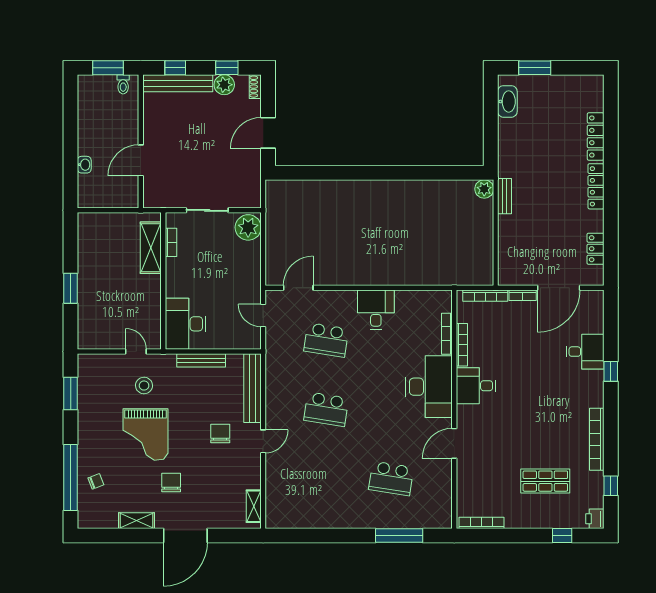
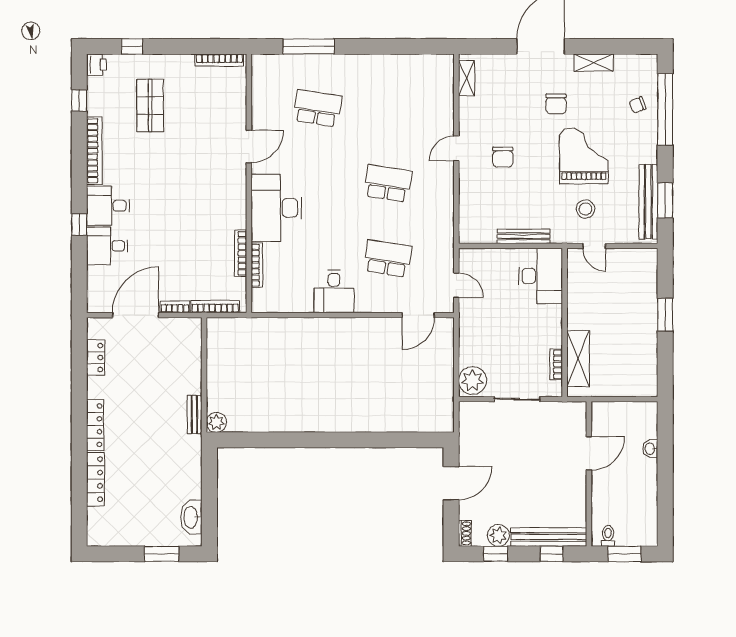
desk: (476, 386) -> (108, 206), moved, turned 180
bench: (252, 388) -> (648, 202), moved
shop shelf: (545, 481) -> (150, 105), turned 90

